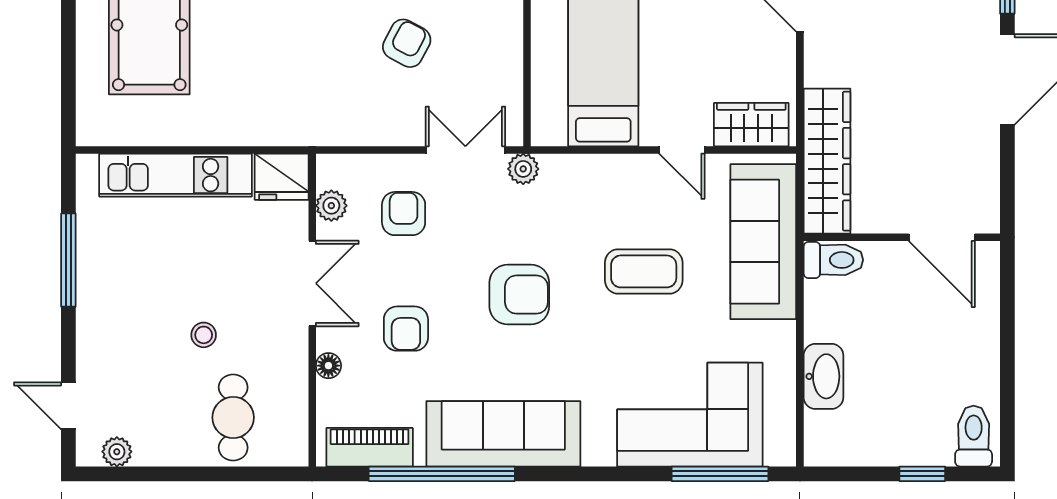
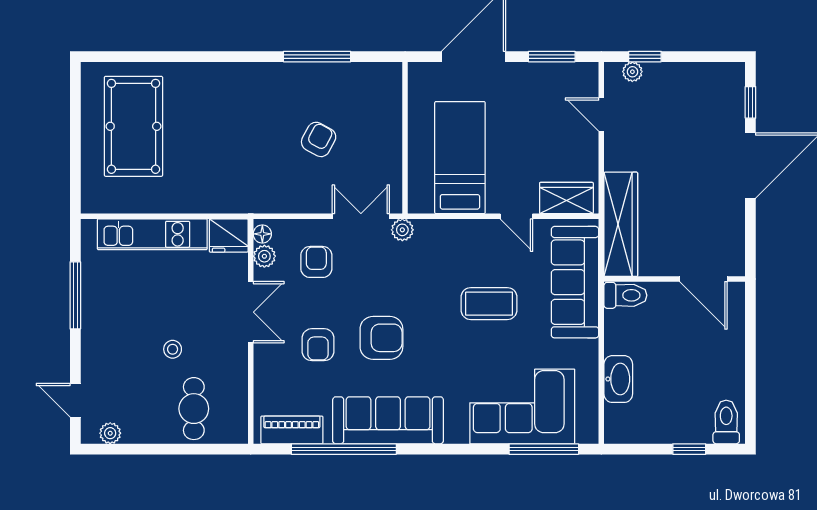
armchair: (519, 295) -> (381, 338), moved
floor lamp: (328, 366) -> (262, 234), moved

